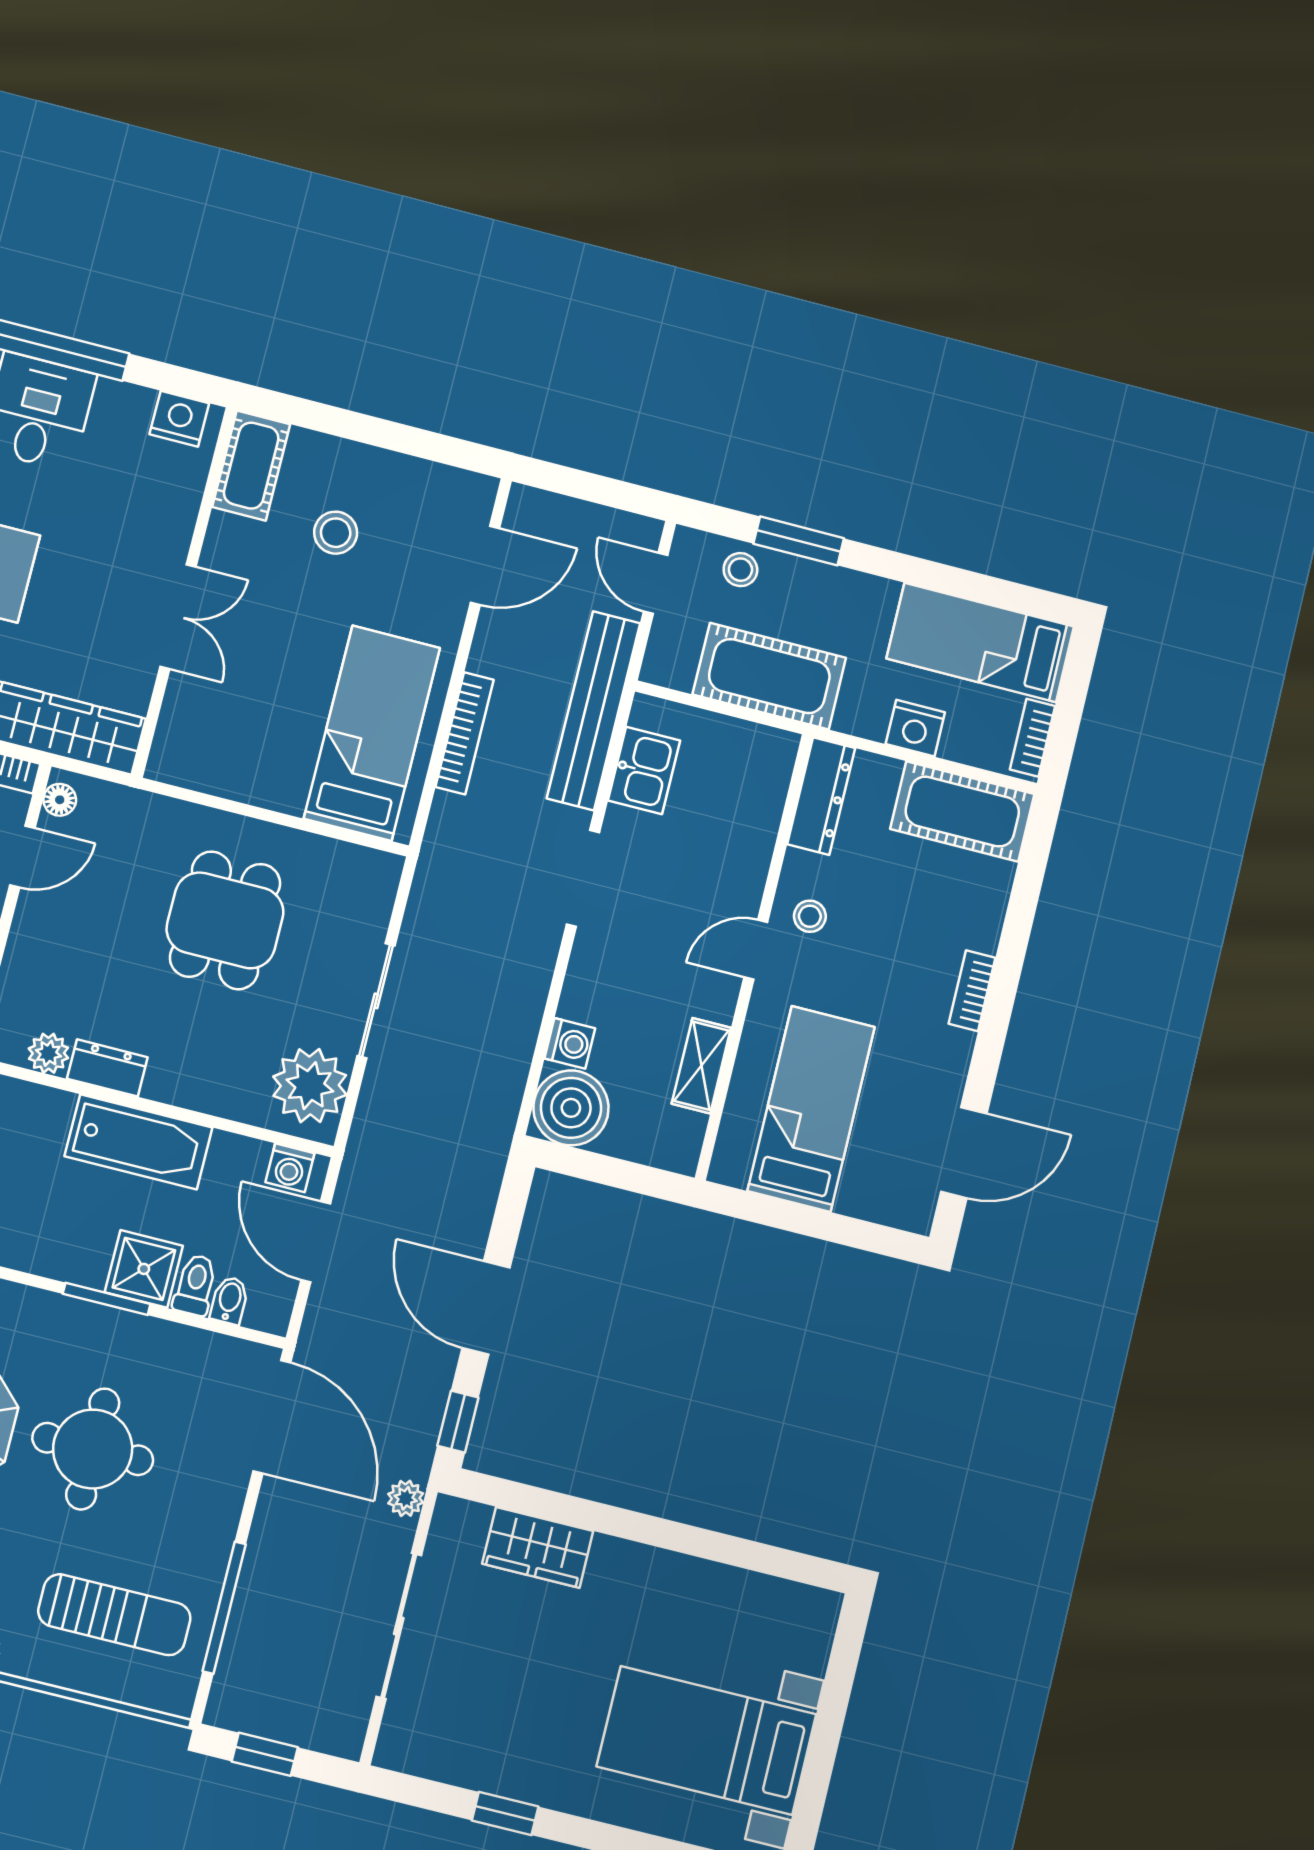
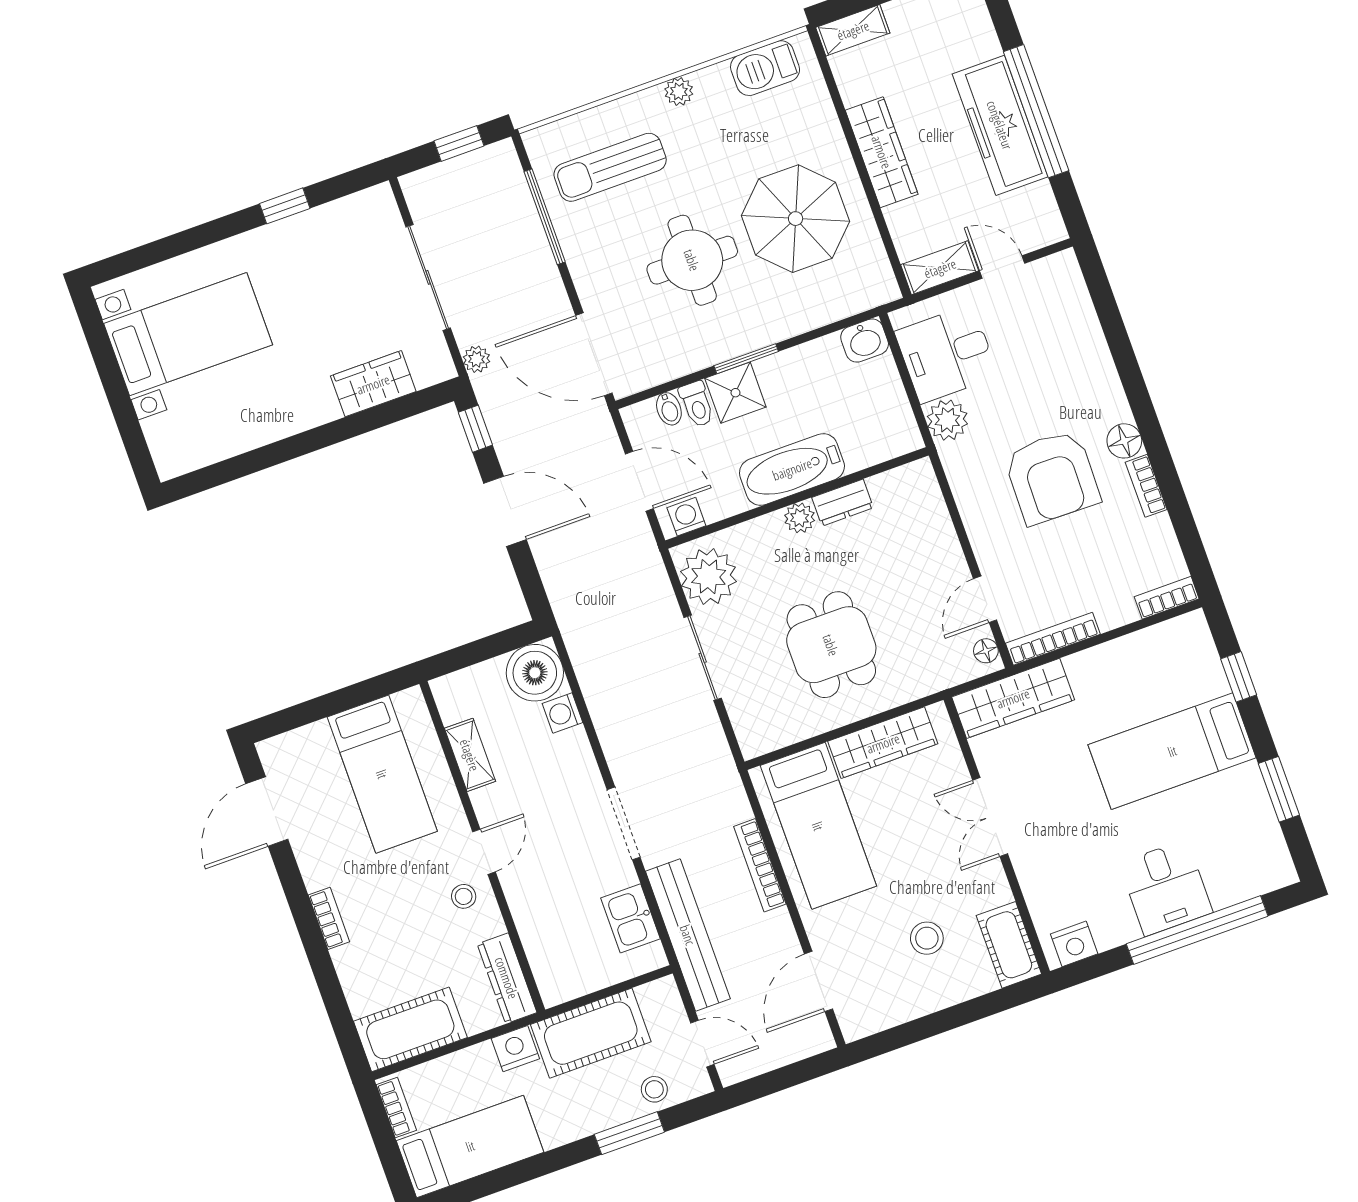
nightstand: (915, 728) -> (515, 1049), moved
wardrobe: (241, 776) -> (883, 743), added
plant: (48, 1053) -> (800, 518), moved

